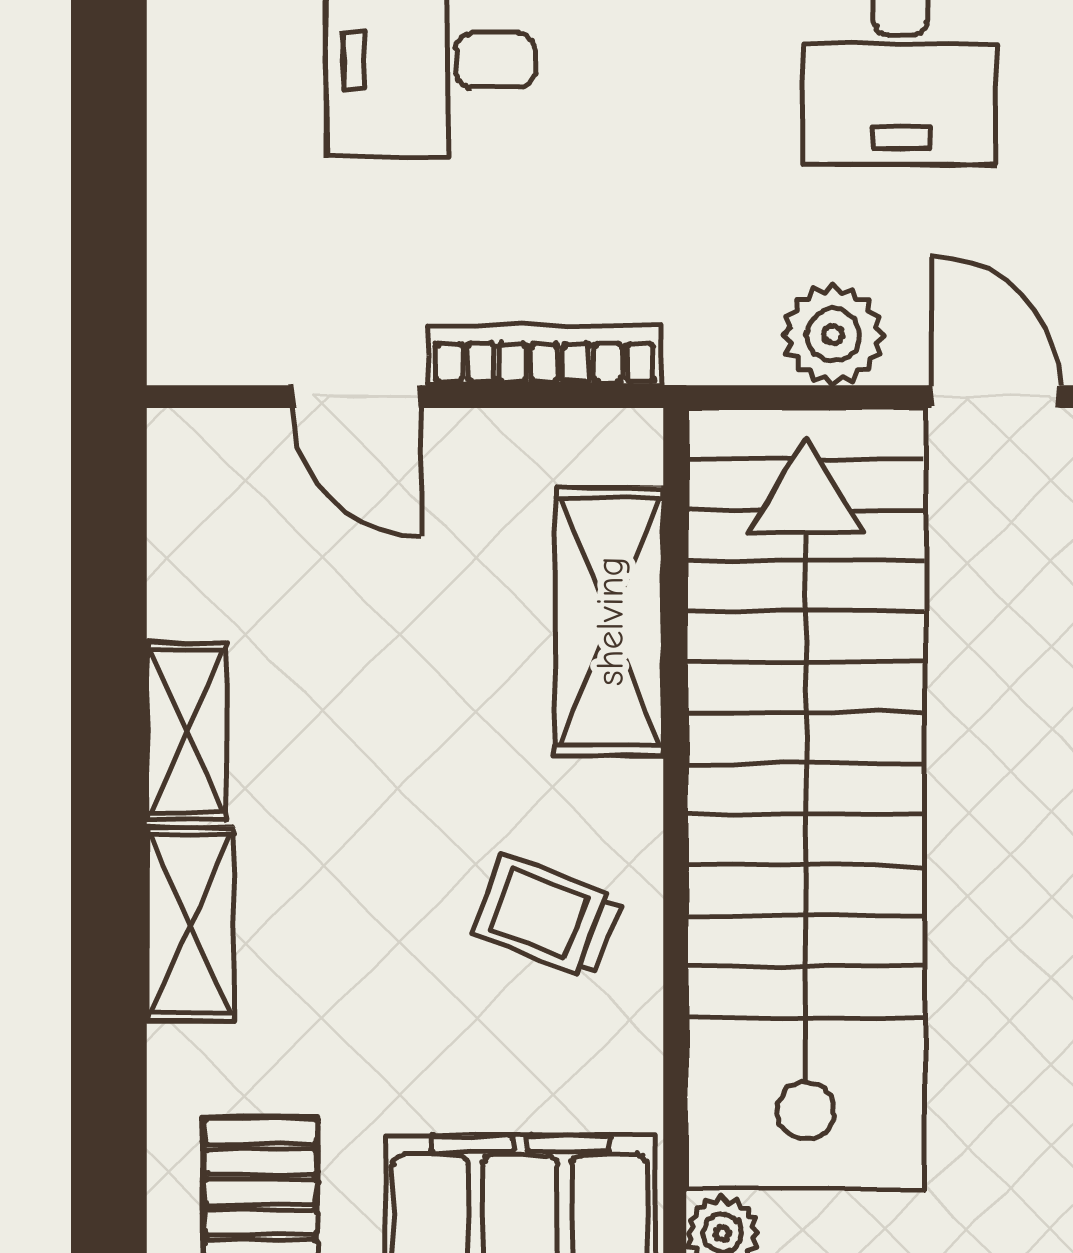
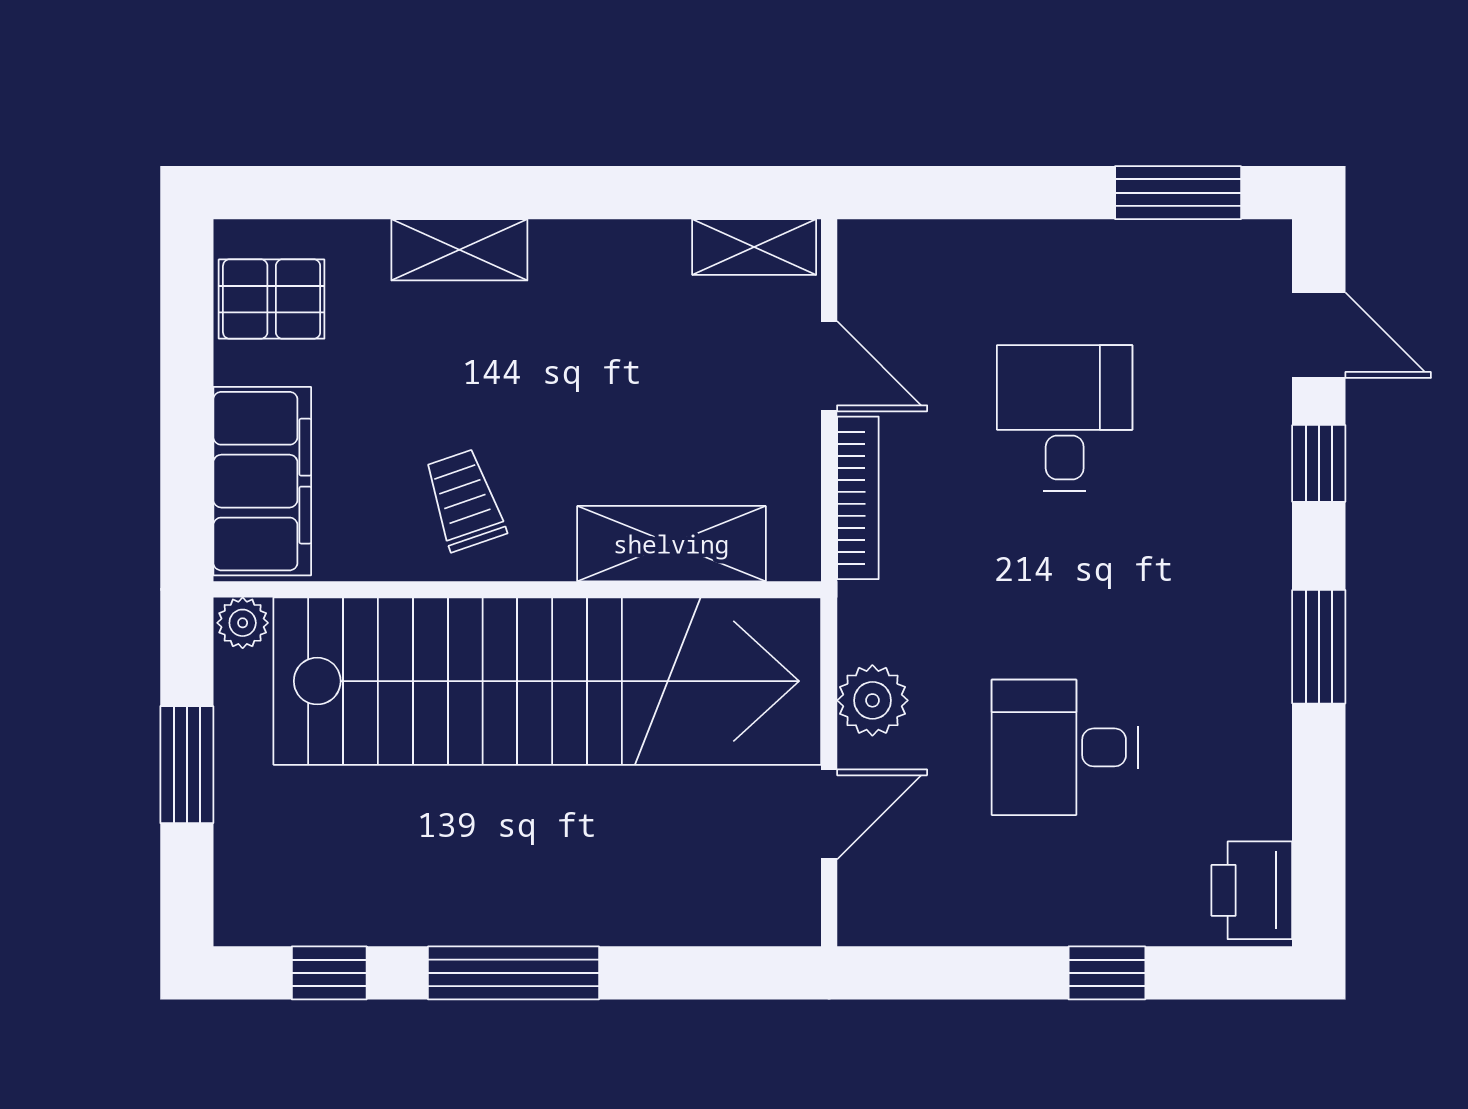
door: (356, 397) -> (829, 366), swing flipped
shelving: (187, 731) -> (754, 247), moved
trolley: (548, 917) -> (464, 500), turned -40

